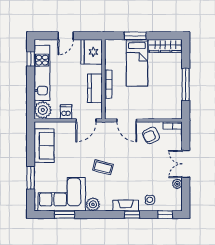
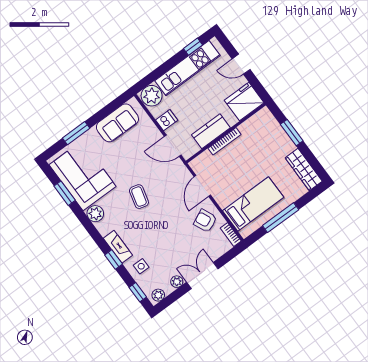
bed: (137, 63) -> (253, 204), moved, turned 180
plant: (177, 203) -> (158, 295), added

